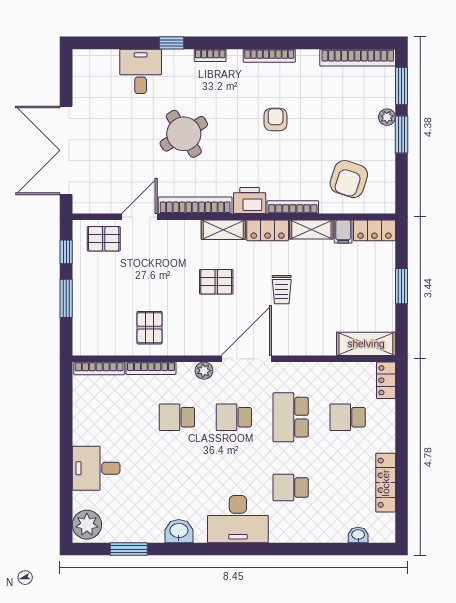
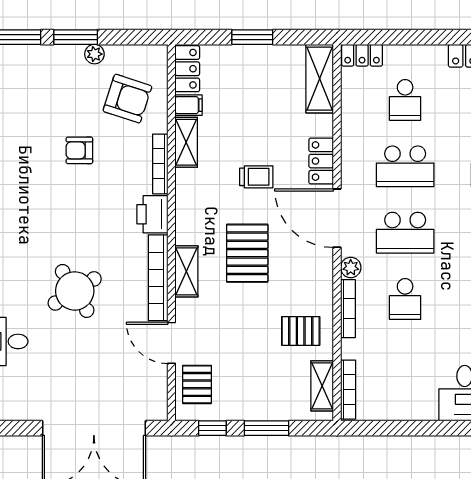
plant: (387, 117) -> (94, 54), moved
armchair: (276, 119) -> (79, 150), moved
shelving: (223, 230) -> (186, 271), moved
locker: (268, 230) -> (321, 161), moved, turned 180
pallet: (216, 282) -> (247, 253), width x1.50, depth x1.42
shelving: (102, 346) -> (322, 386), added
bookcase: (151, 368) -> (348, 309), moved
school desk: (234, 417) -> (405, 233), width x1.85

